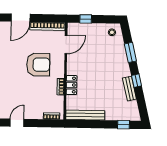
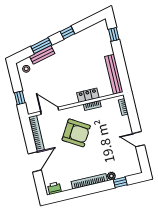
door: (21, 18) -> (35, 162), hinge flipped
armchair: (38, 65) -> (76, 133), turned 121
bench: (129, 89) -> (42, 55), moved

